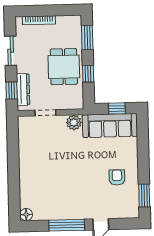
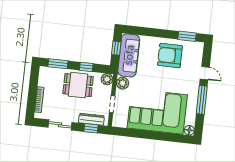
plant: (76, 102) -> (107, 79), added
corner sofa: (44, 171) -> (157, 111), added
armchair: (117, 177) -> (170, 56), width x1.88, depth x1.88

